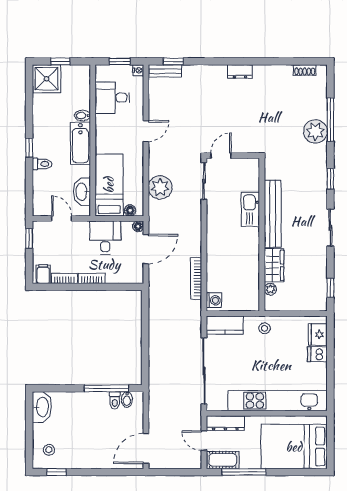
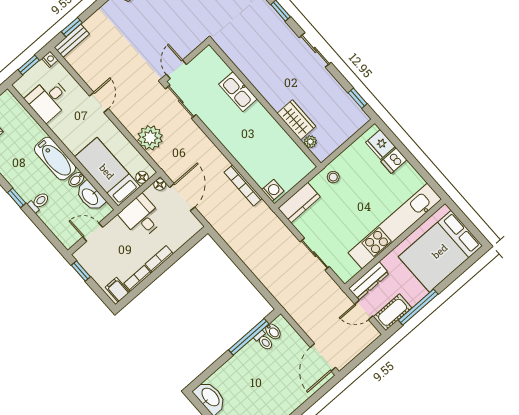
bidet: (82, 116) -> (76, 179), moved
bench: (273, 214) -> (259, 79), removed
sliding door: (204, 371) -> (315, 254), width x0.54

